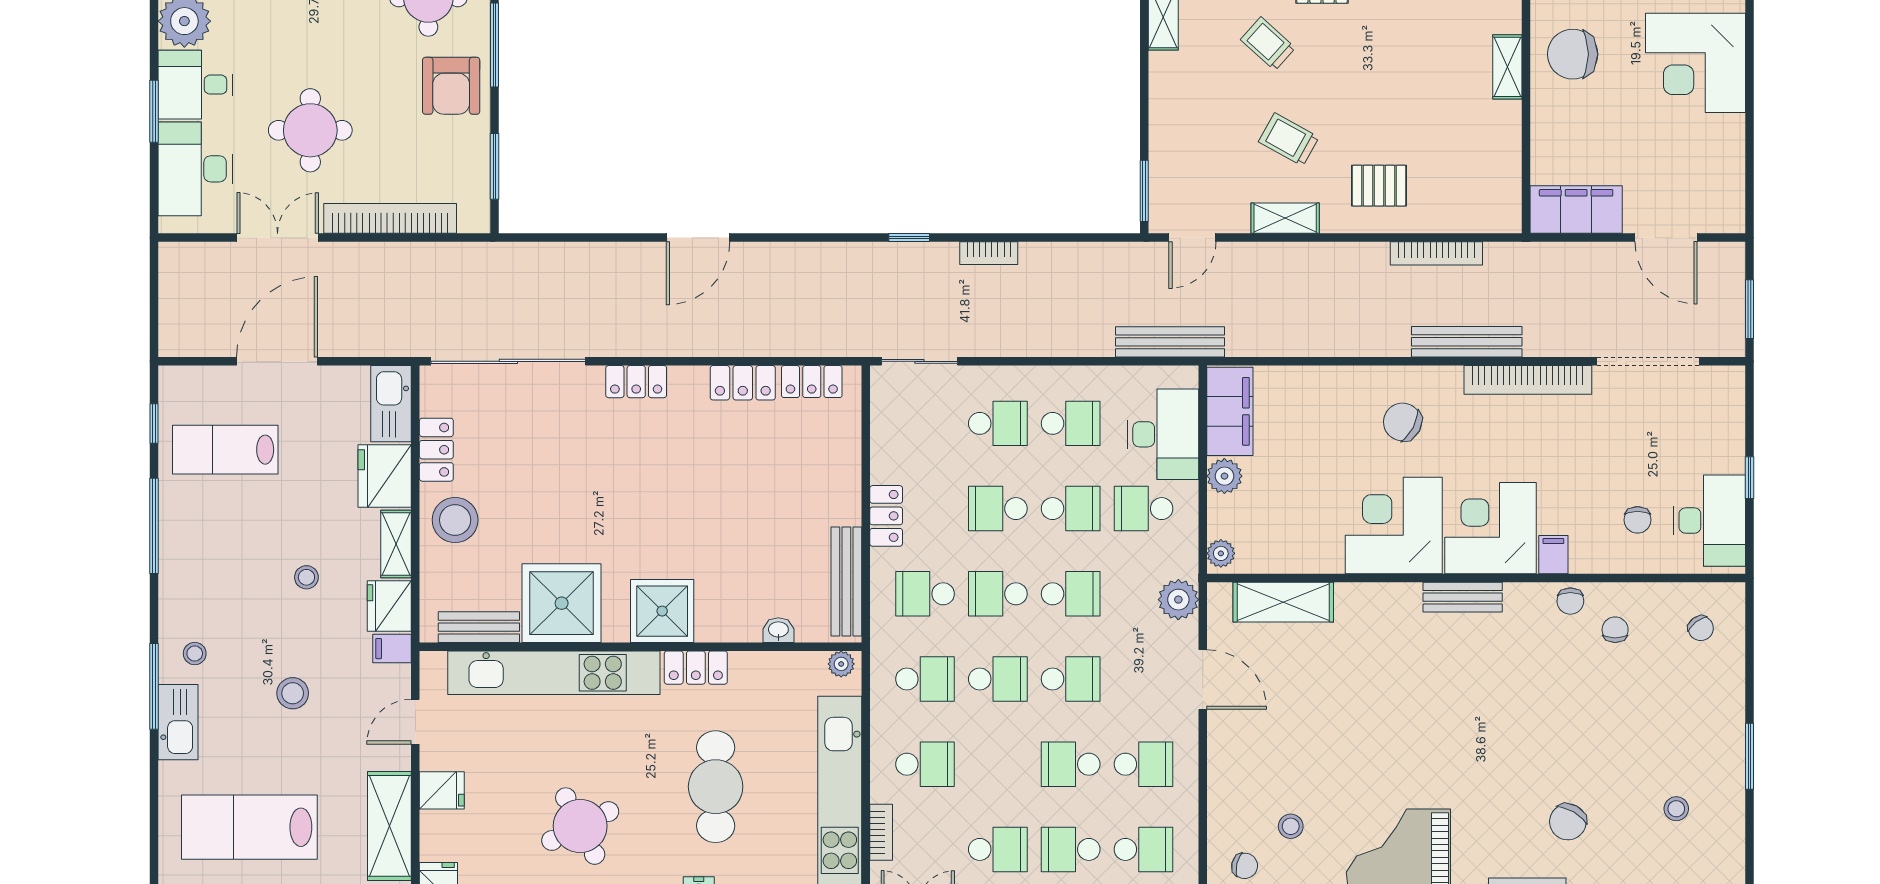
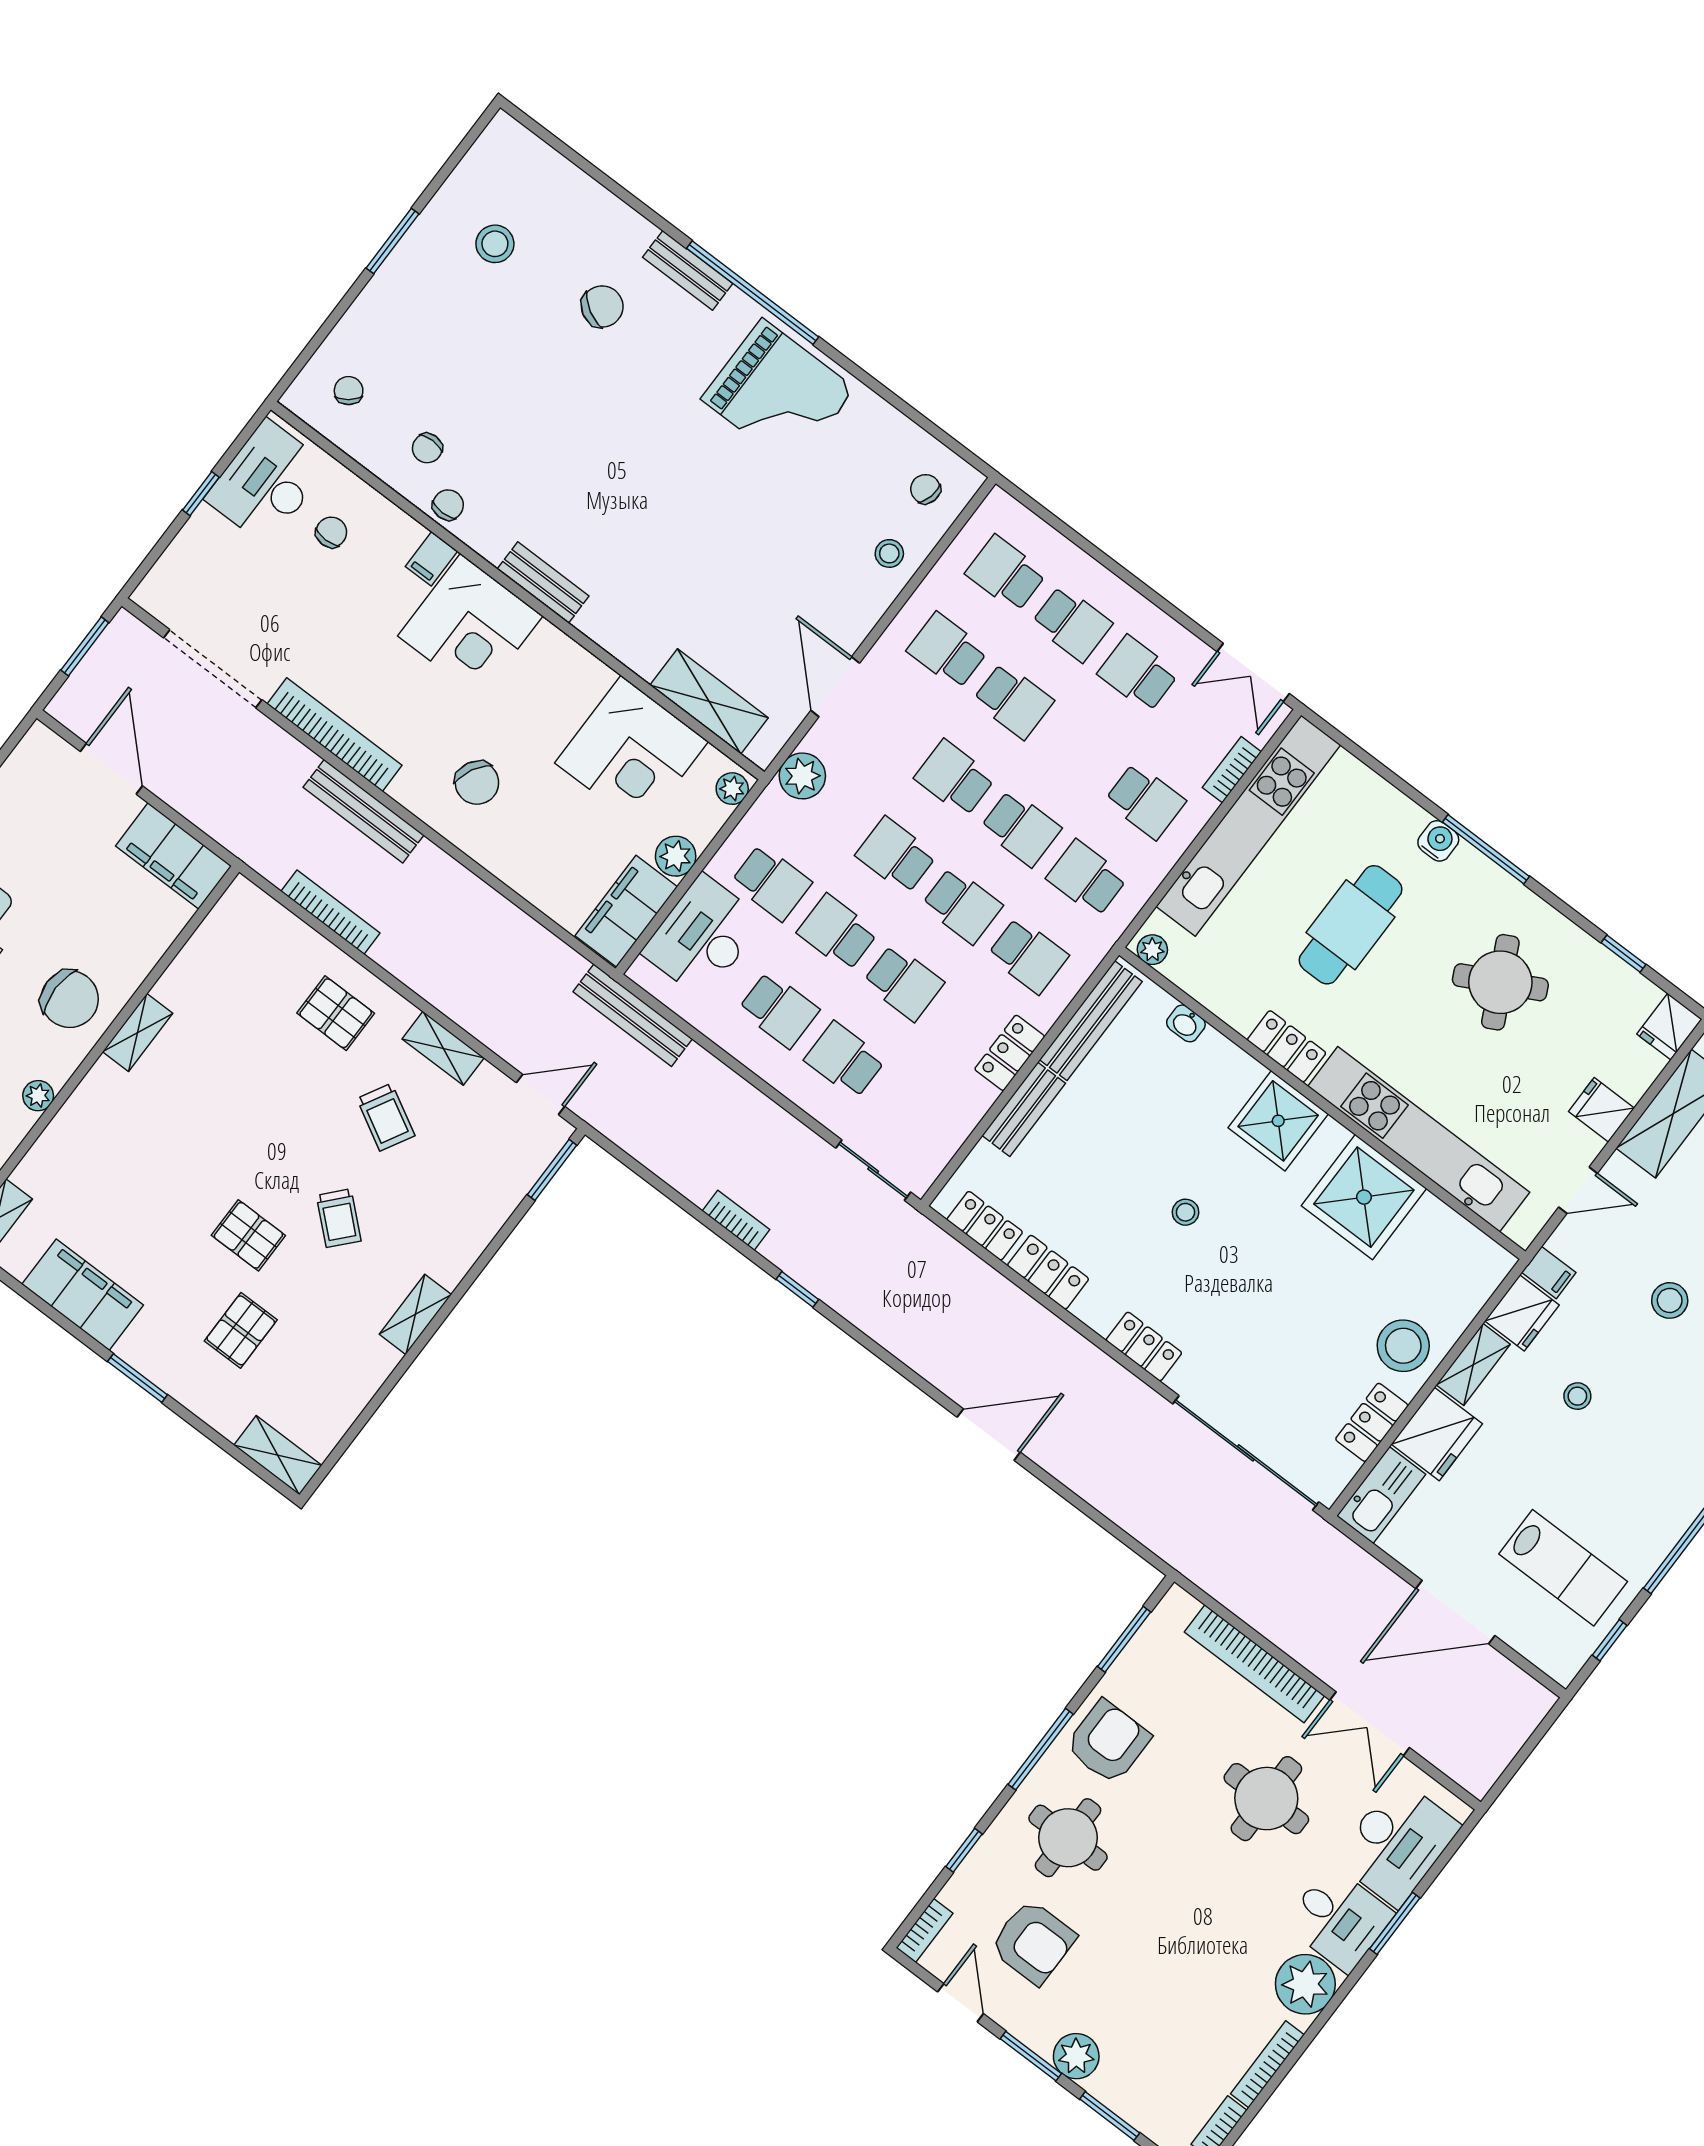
school desk: (1071, 423) -> (779, 1010), turned 180
stool: (678, 498) -> (1186, 1212), added
corner desk: (1394, 525) -> (632, 752), moved
bench: (479, 627) -> (1024, 1109), moved, turned 90
school desk: (998, 679) -> (1021, 828), turned 180
school desk: (925, 764) -> (1145, 801), turned 180
stool: (1676, 809) -> (495, 244), width x1.37, depth x1.37
stool: (1291, 826) -> (889, 553), moved

